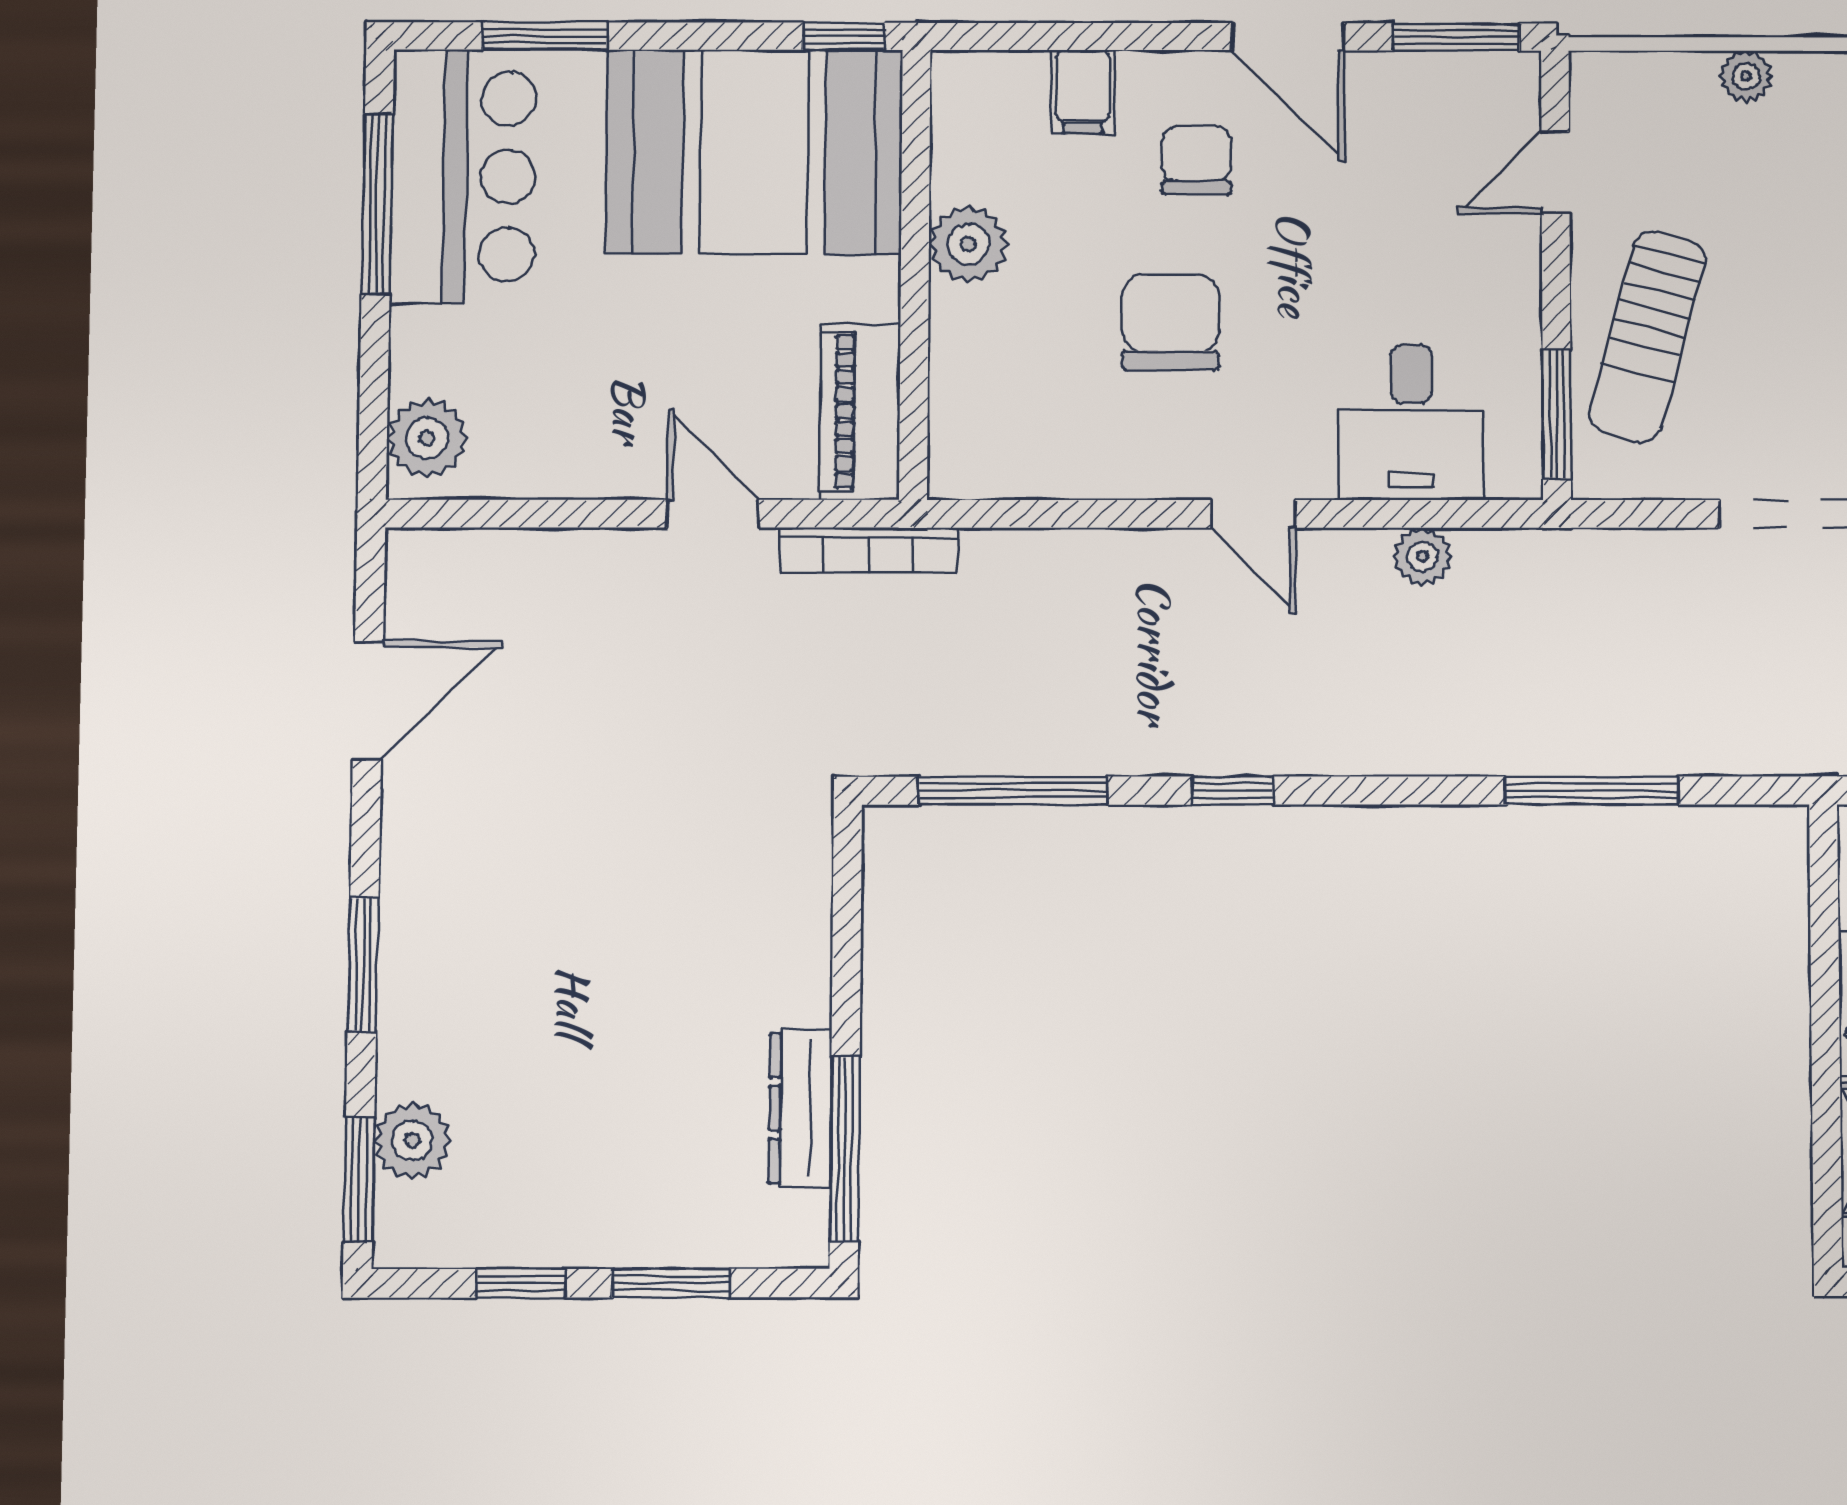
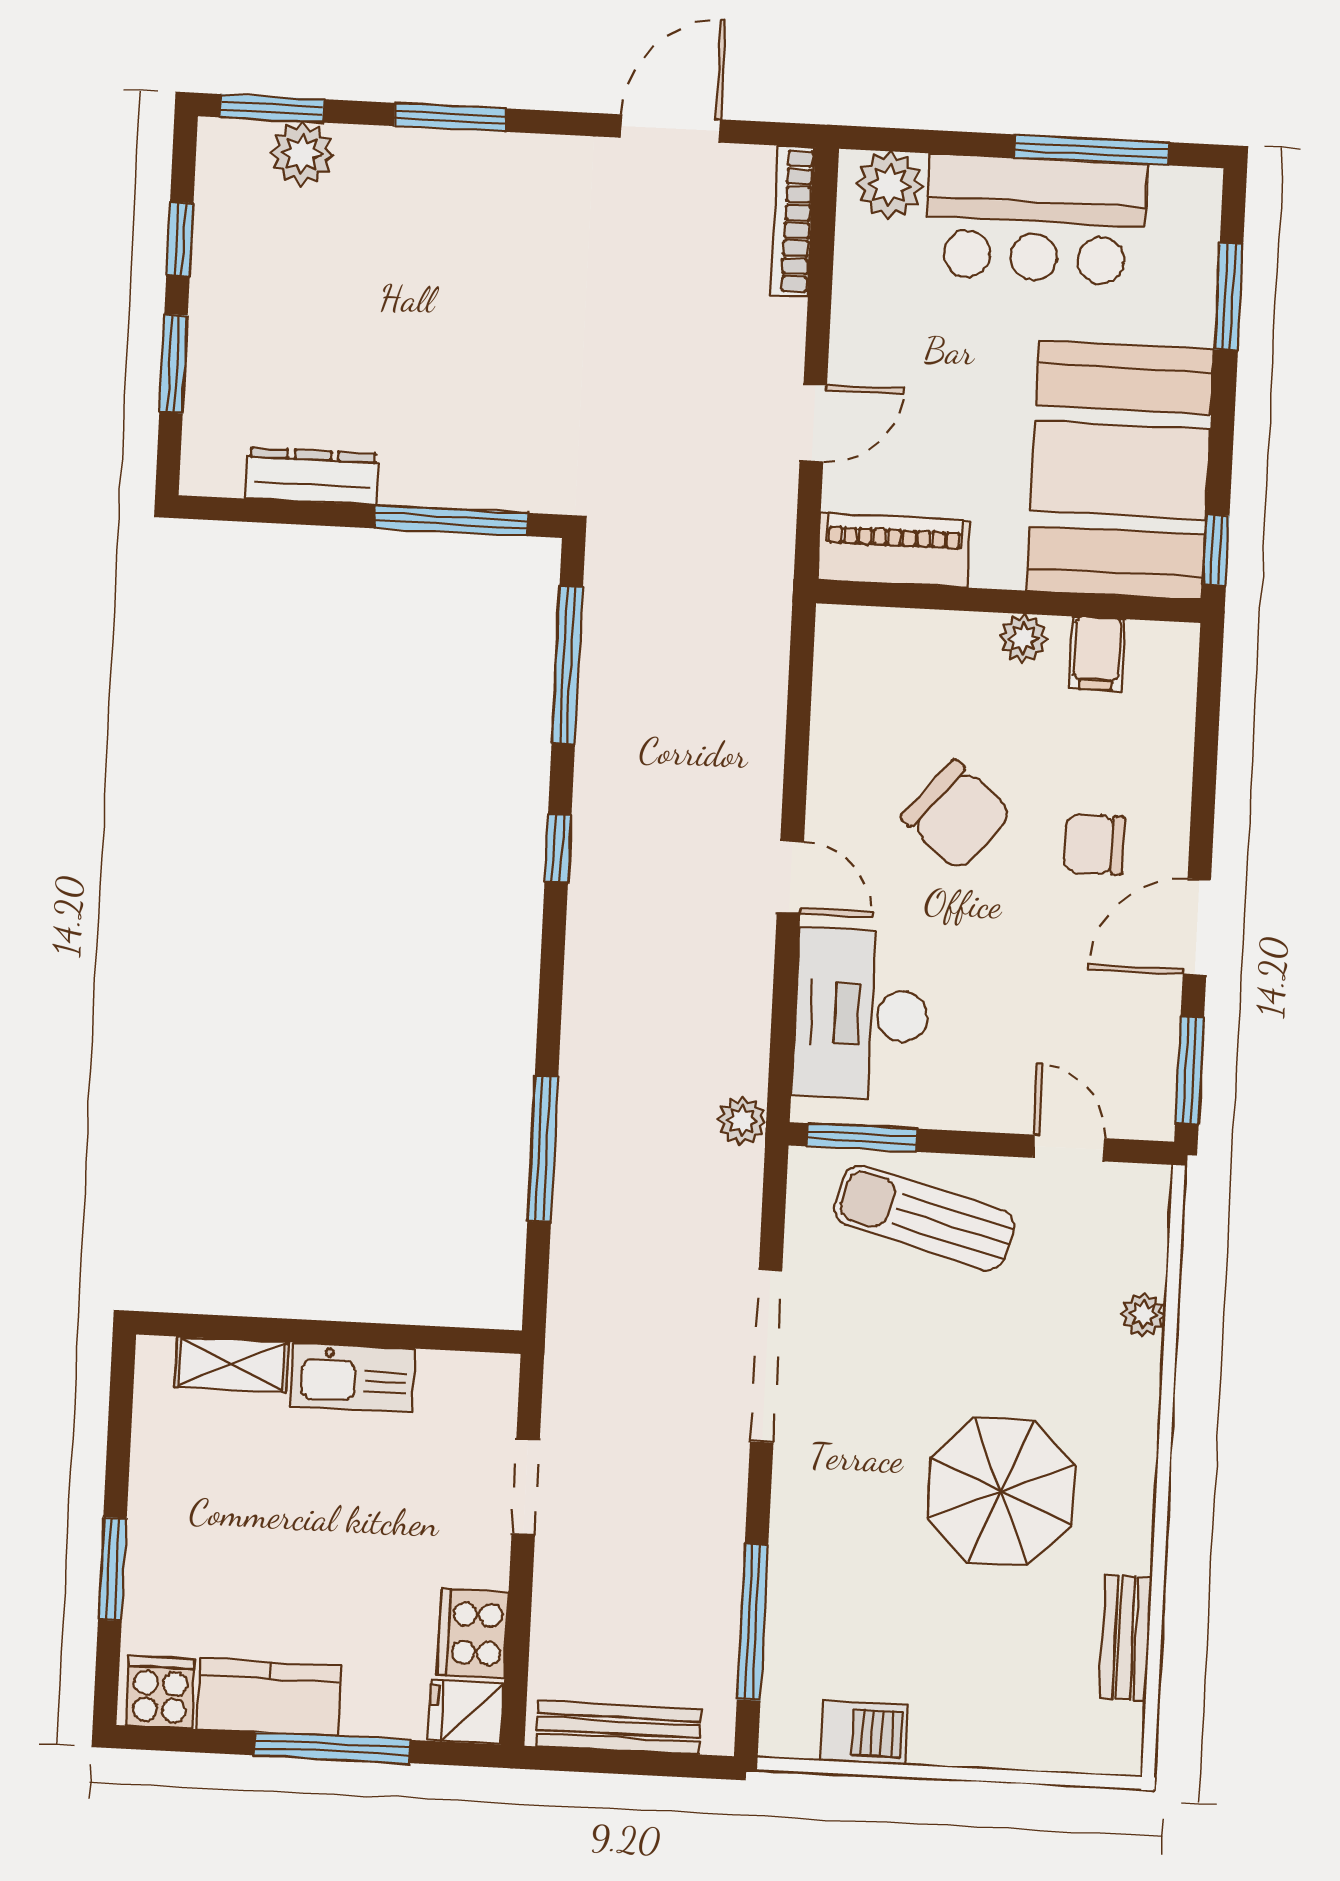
filing cabinet: (1083, 92) -> (1097, 654), moved, turned -90
chair: (1197, 160) -> (1094, 844), turned 180
bar counter: (463, 176) -> (1036, 219), moved
plant: (968, 244) -> (1023, 638), width x0.73, depth x0.73
chair: (1171, 322) -> (957, 816), turned 40
desk: (1411, 422) -> (861, 1015), width x1.37
door: (1253, 514) -> (790, 877), swing flipped
bookcase: (868, 550) -> (793, 221), moved
plant: (1422, 556) -> (742, 1121), moved
door: (368, 700) -> (671, 128), swing flipped
window: (845, 1149) -> (451, 521), moved

